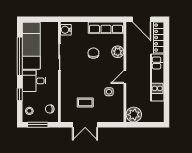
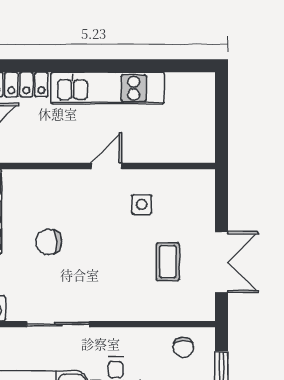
plant: (118, 52) -> (45, 183), removed
door: (125, 77) -> (106, 166), swing flipped
plant: (134, 115) -> (197, 145), removed

